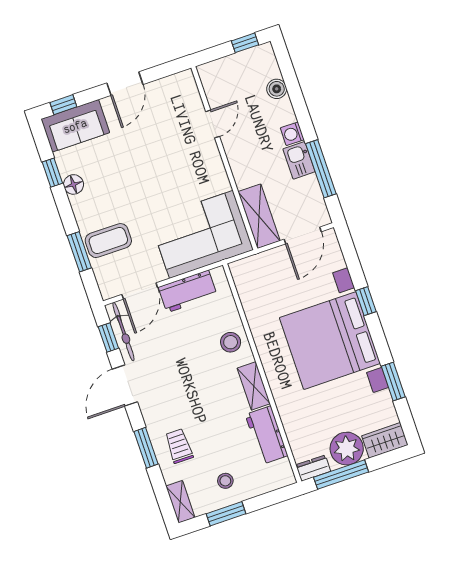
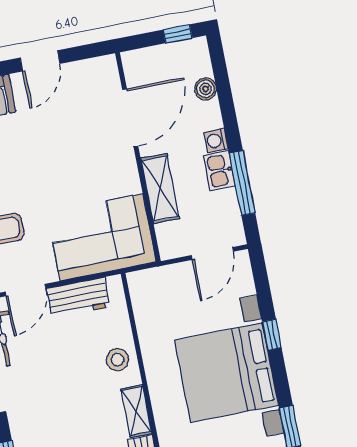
door: (213, 124) -> (130, 118), width x1.88
shelving: (259, 216) -> (160, 188), moved

